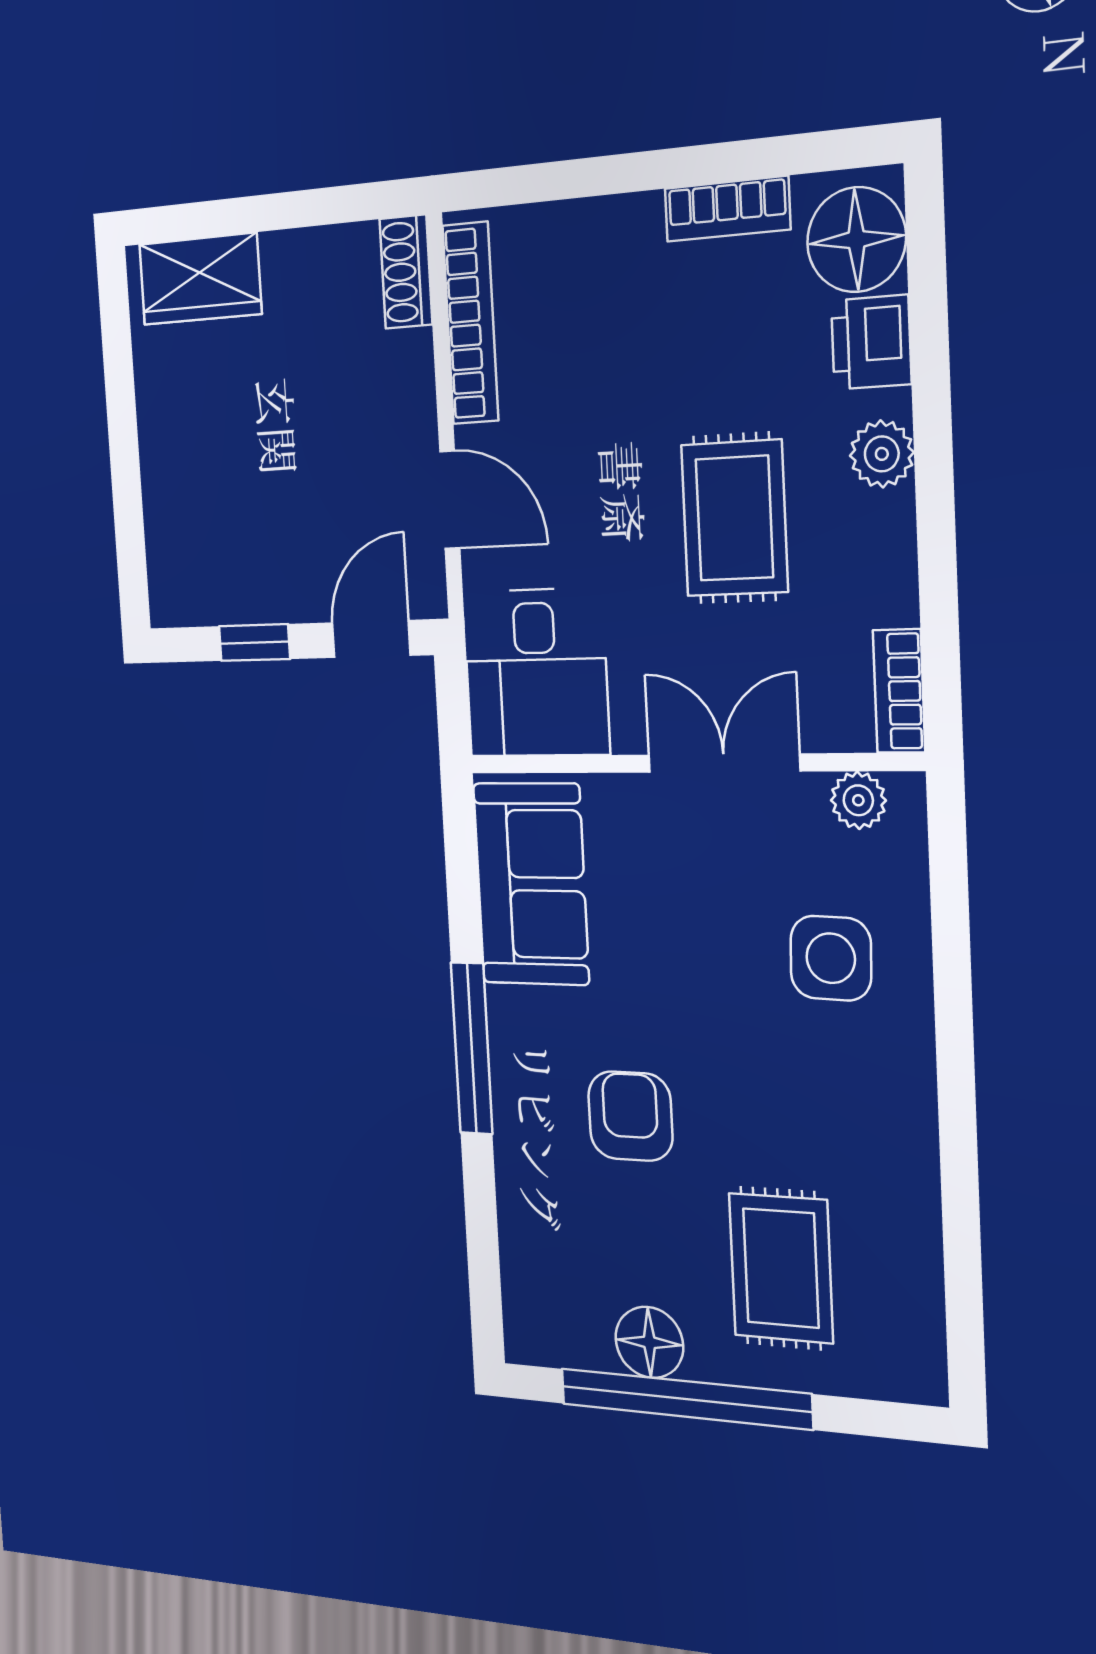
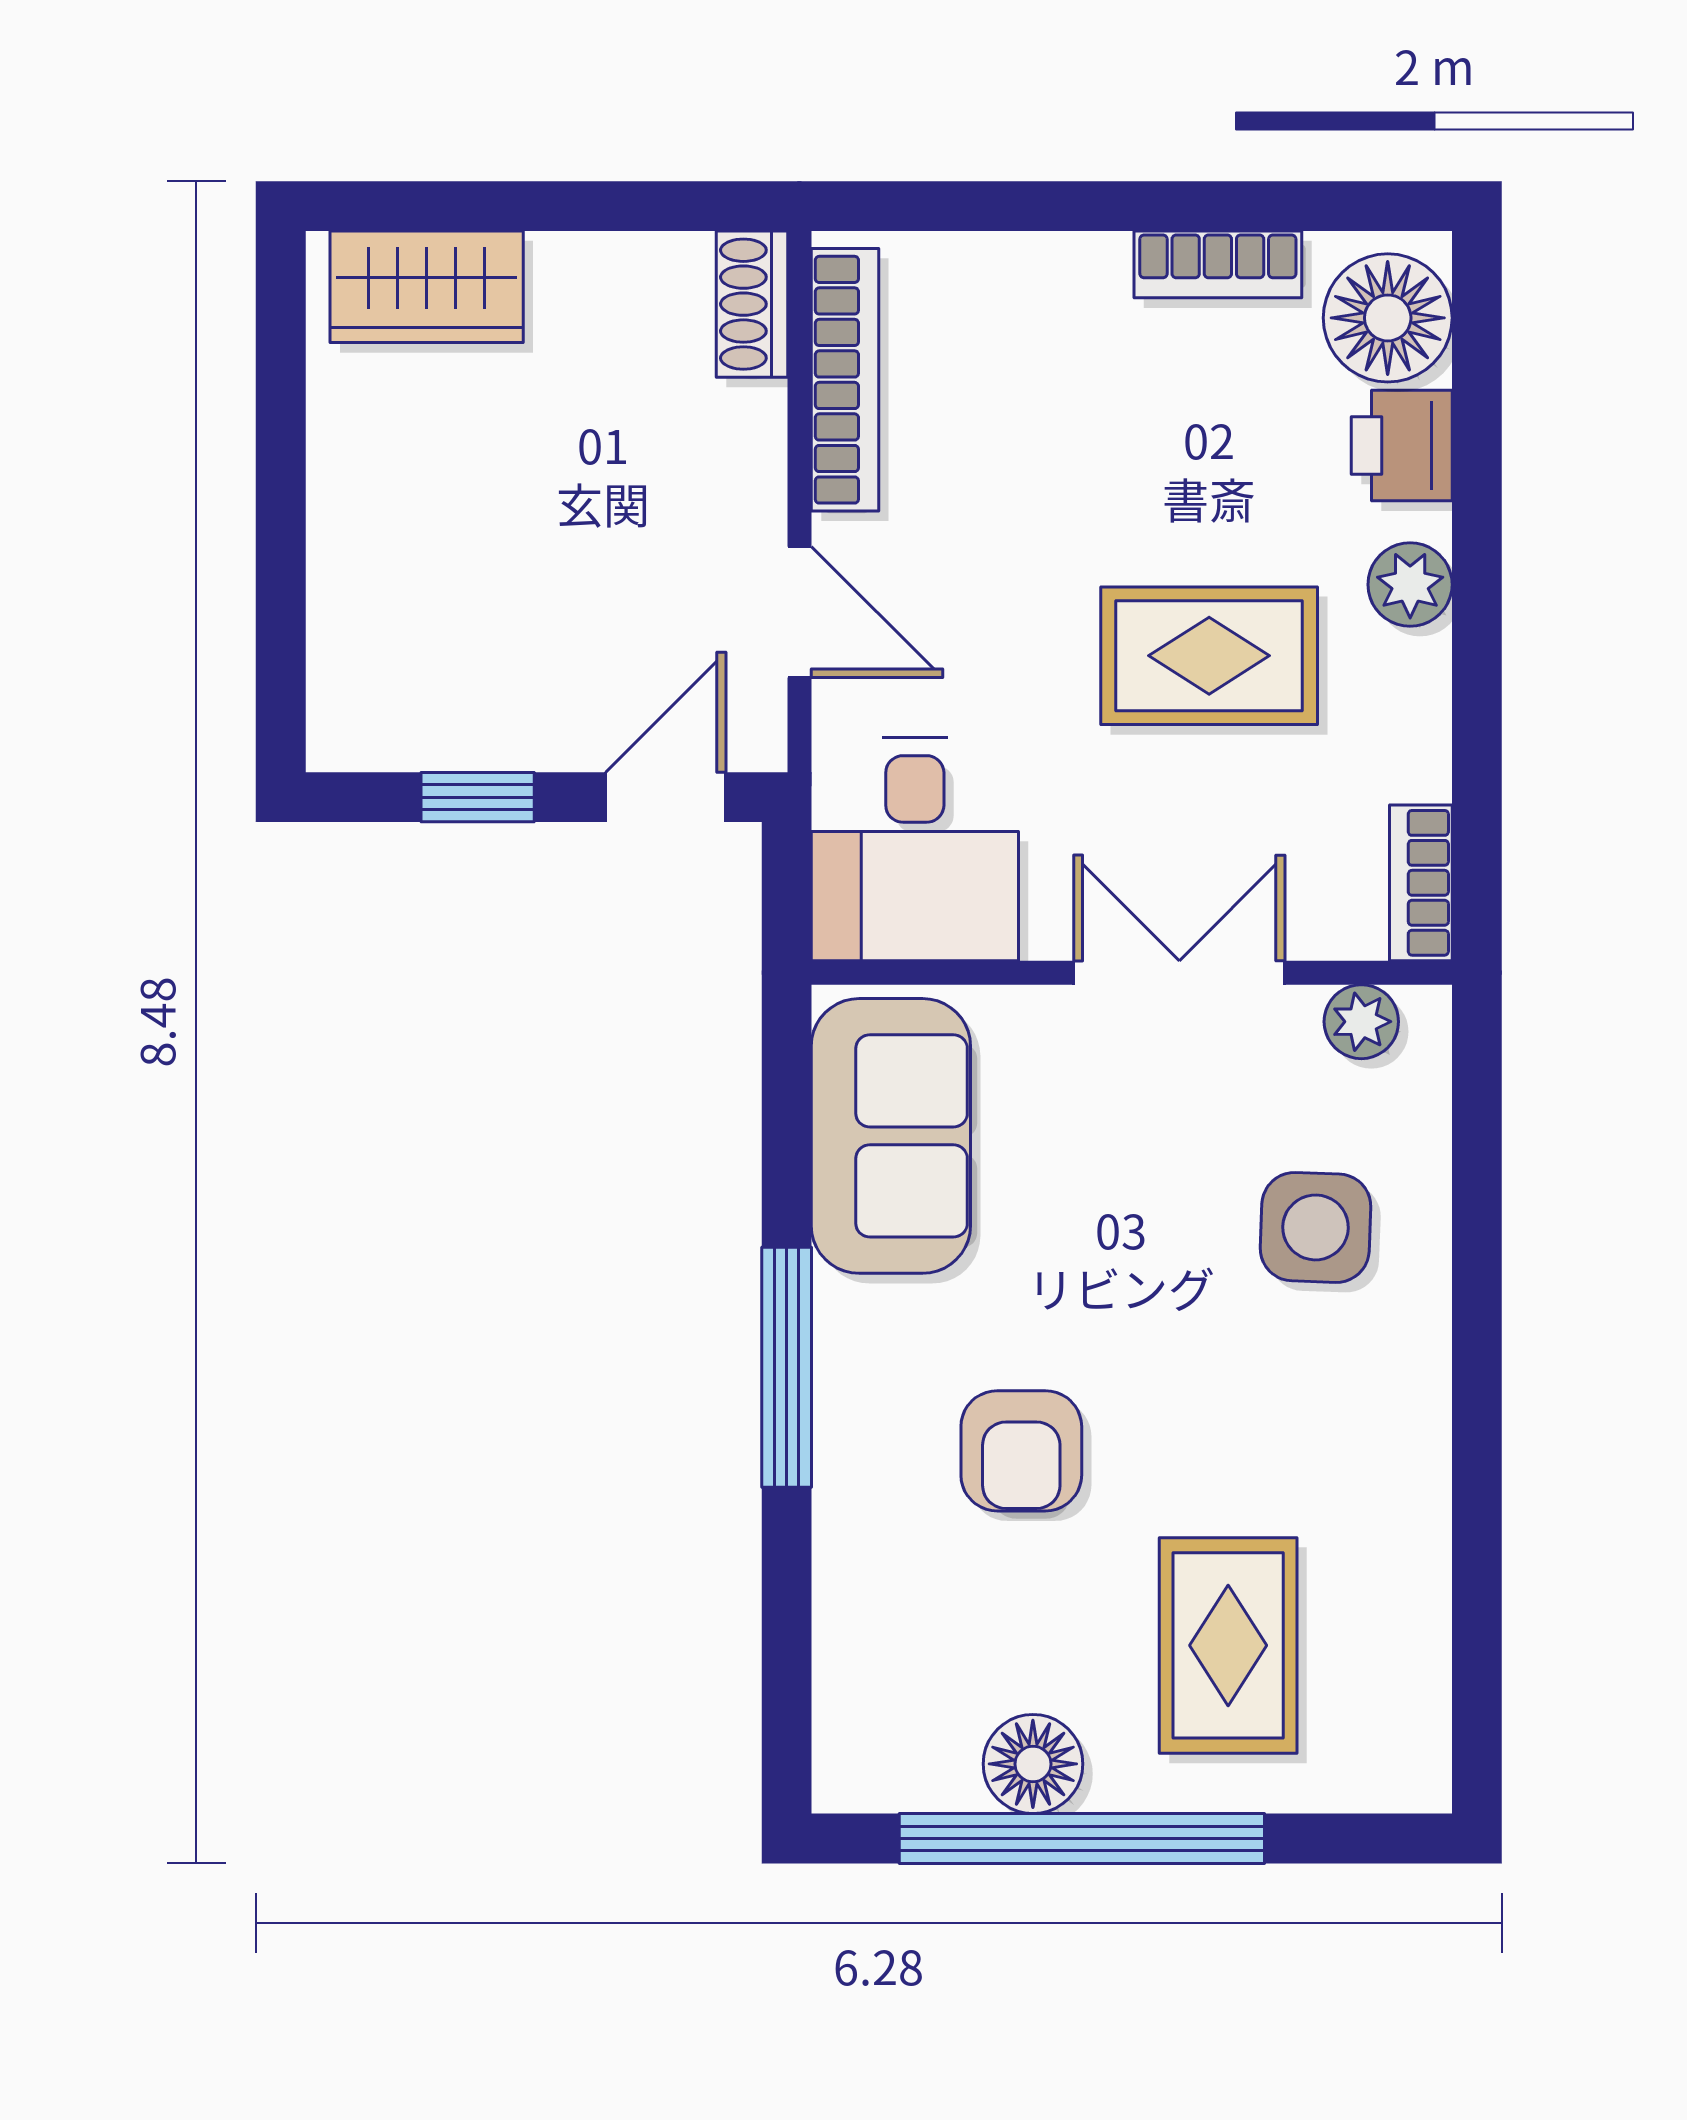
rug: (734, 518) -> (1209, 656), turned 90
armchair: (630, 1116) -> (1021, 1451), turned 180

